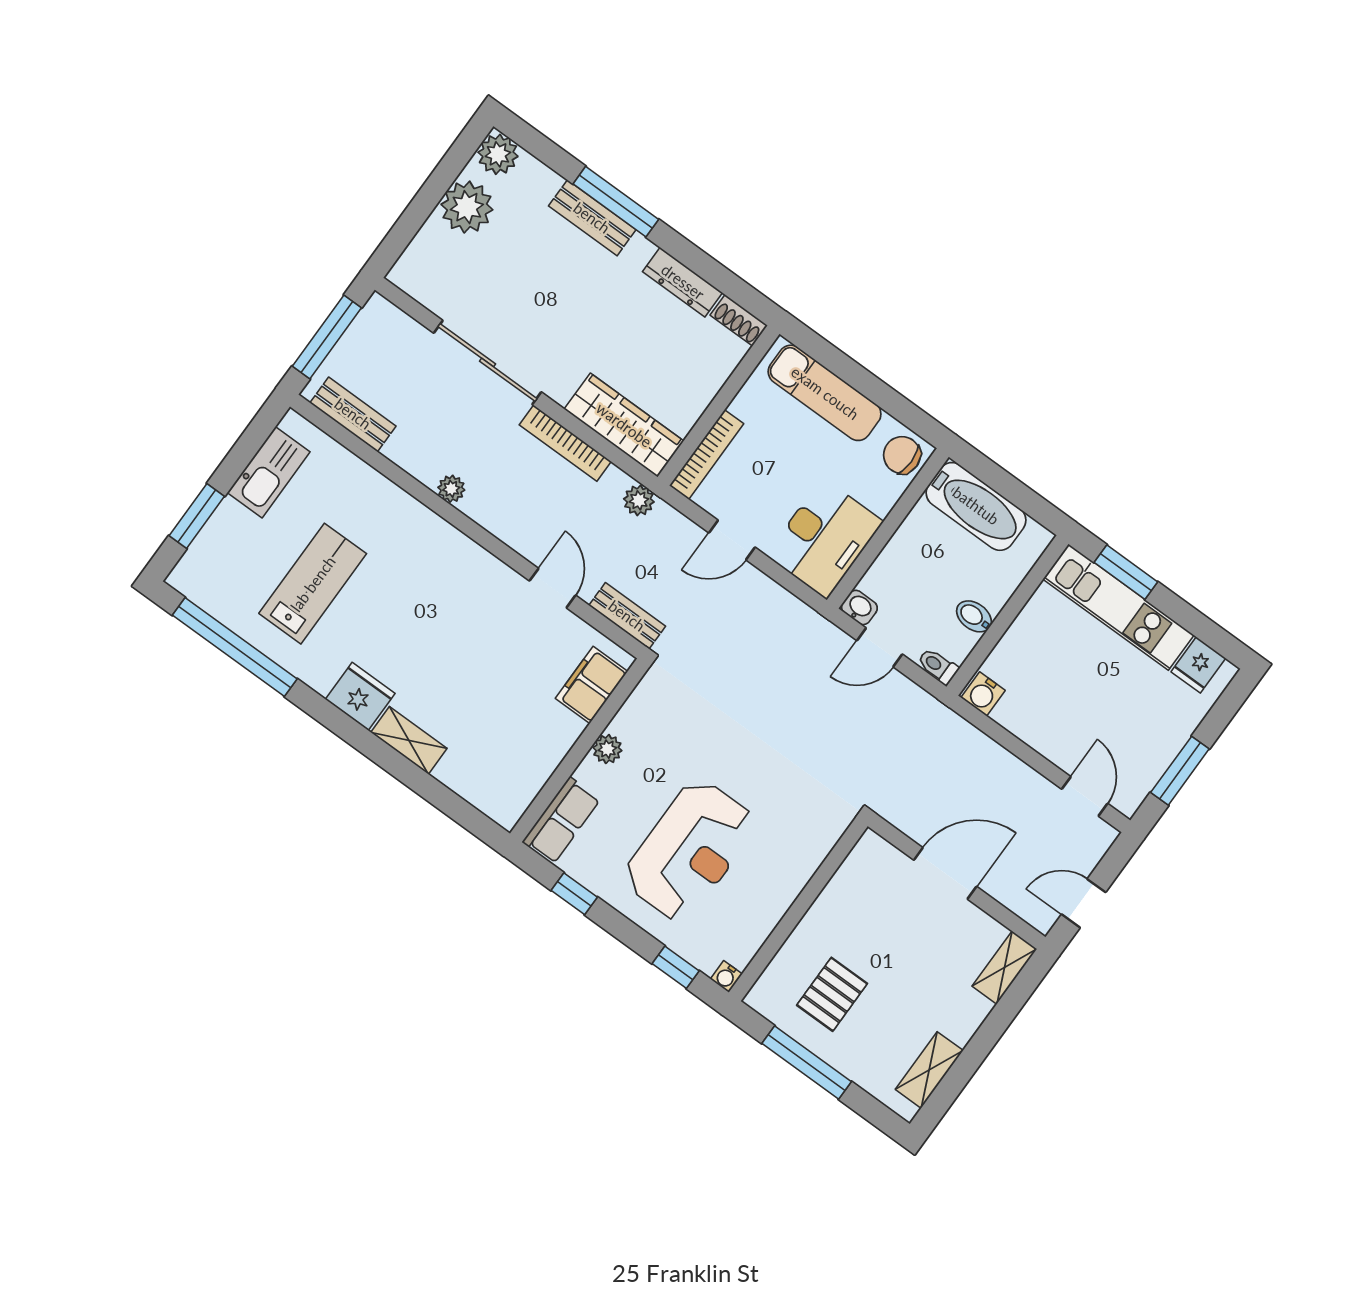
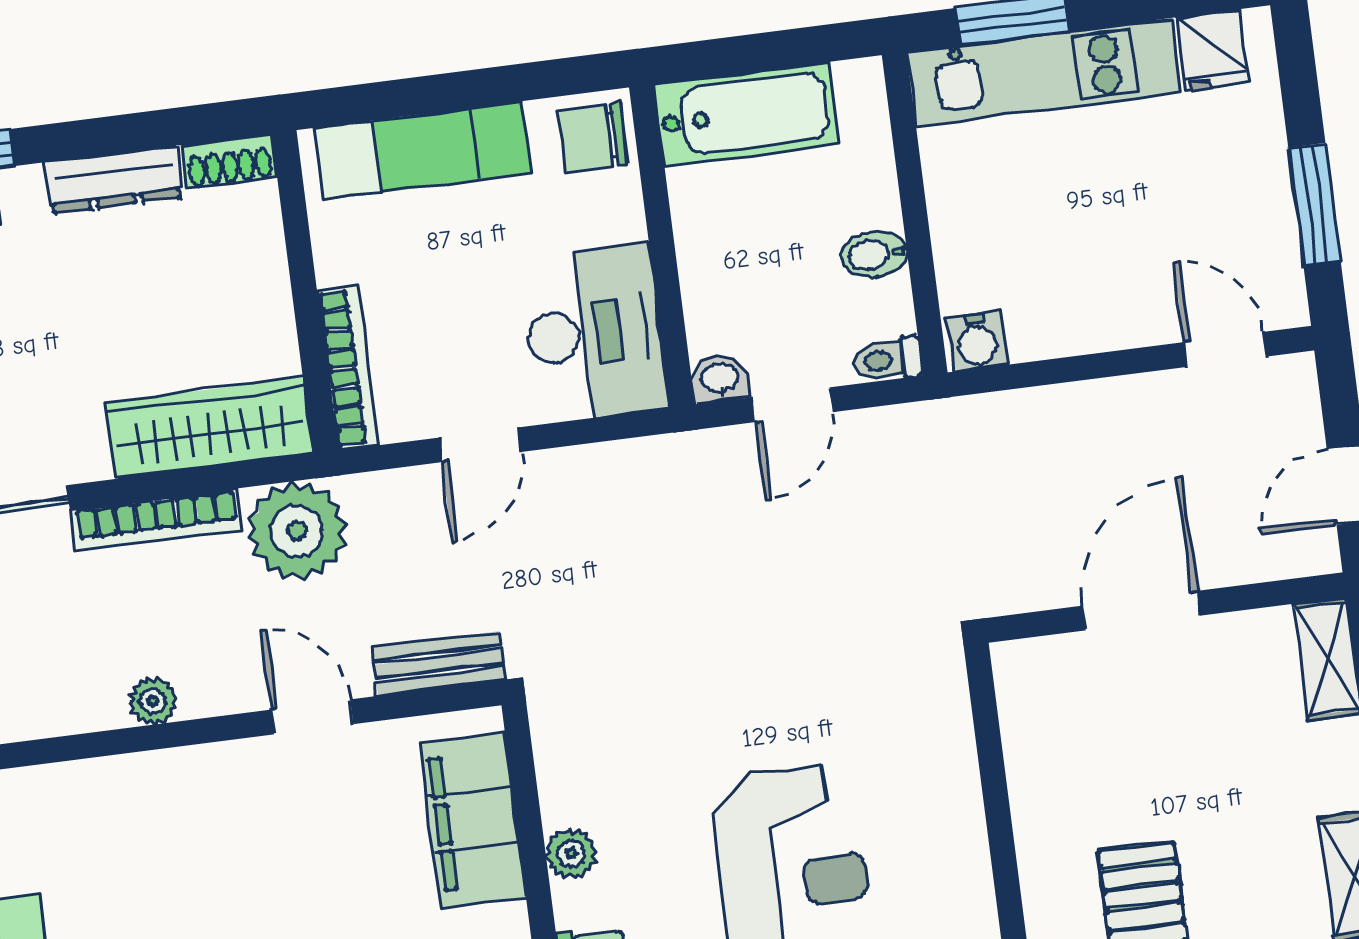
plant: (451, 489) -> (153, 701), moved
plant: (639, 500) -> (297, 531), width x1.88, depth x1.88
filing cabinet: (591, 685) -> (473, 821), width x1.50, depth x1.17

